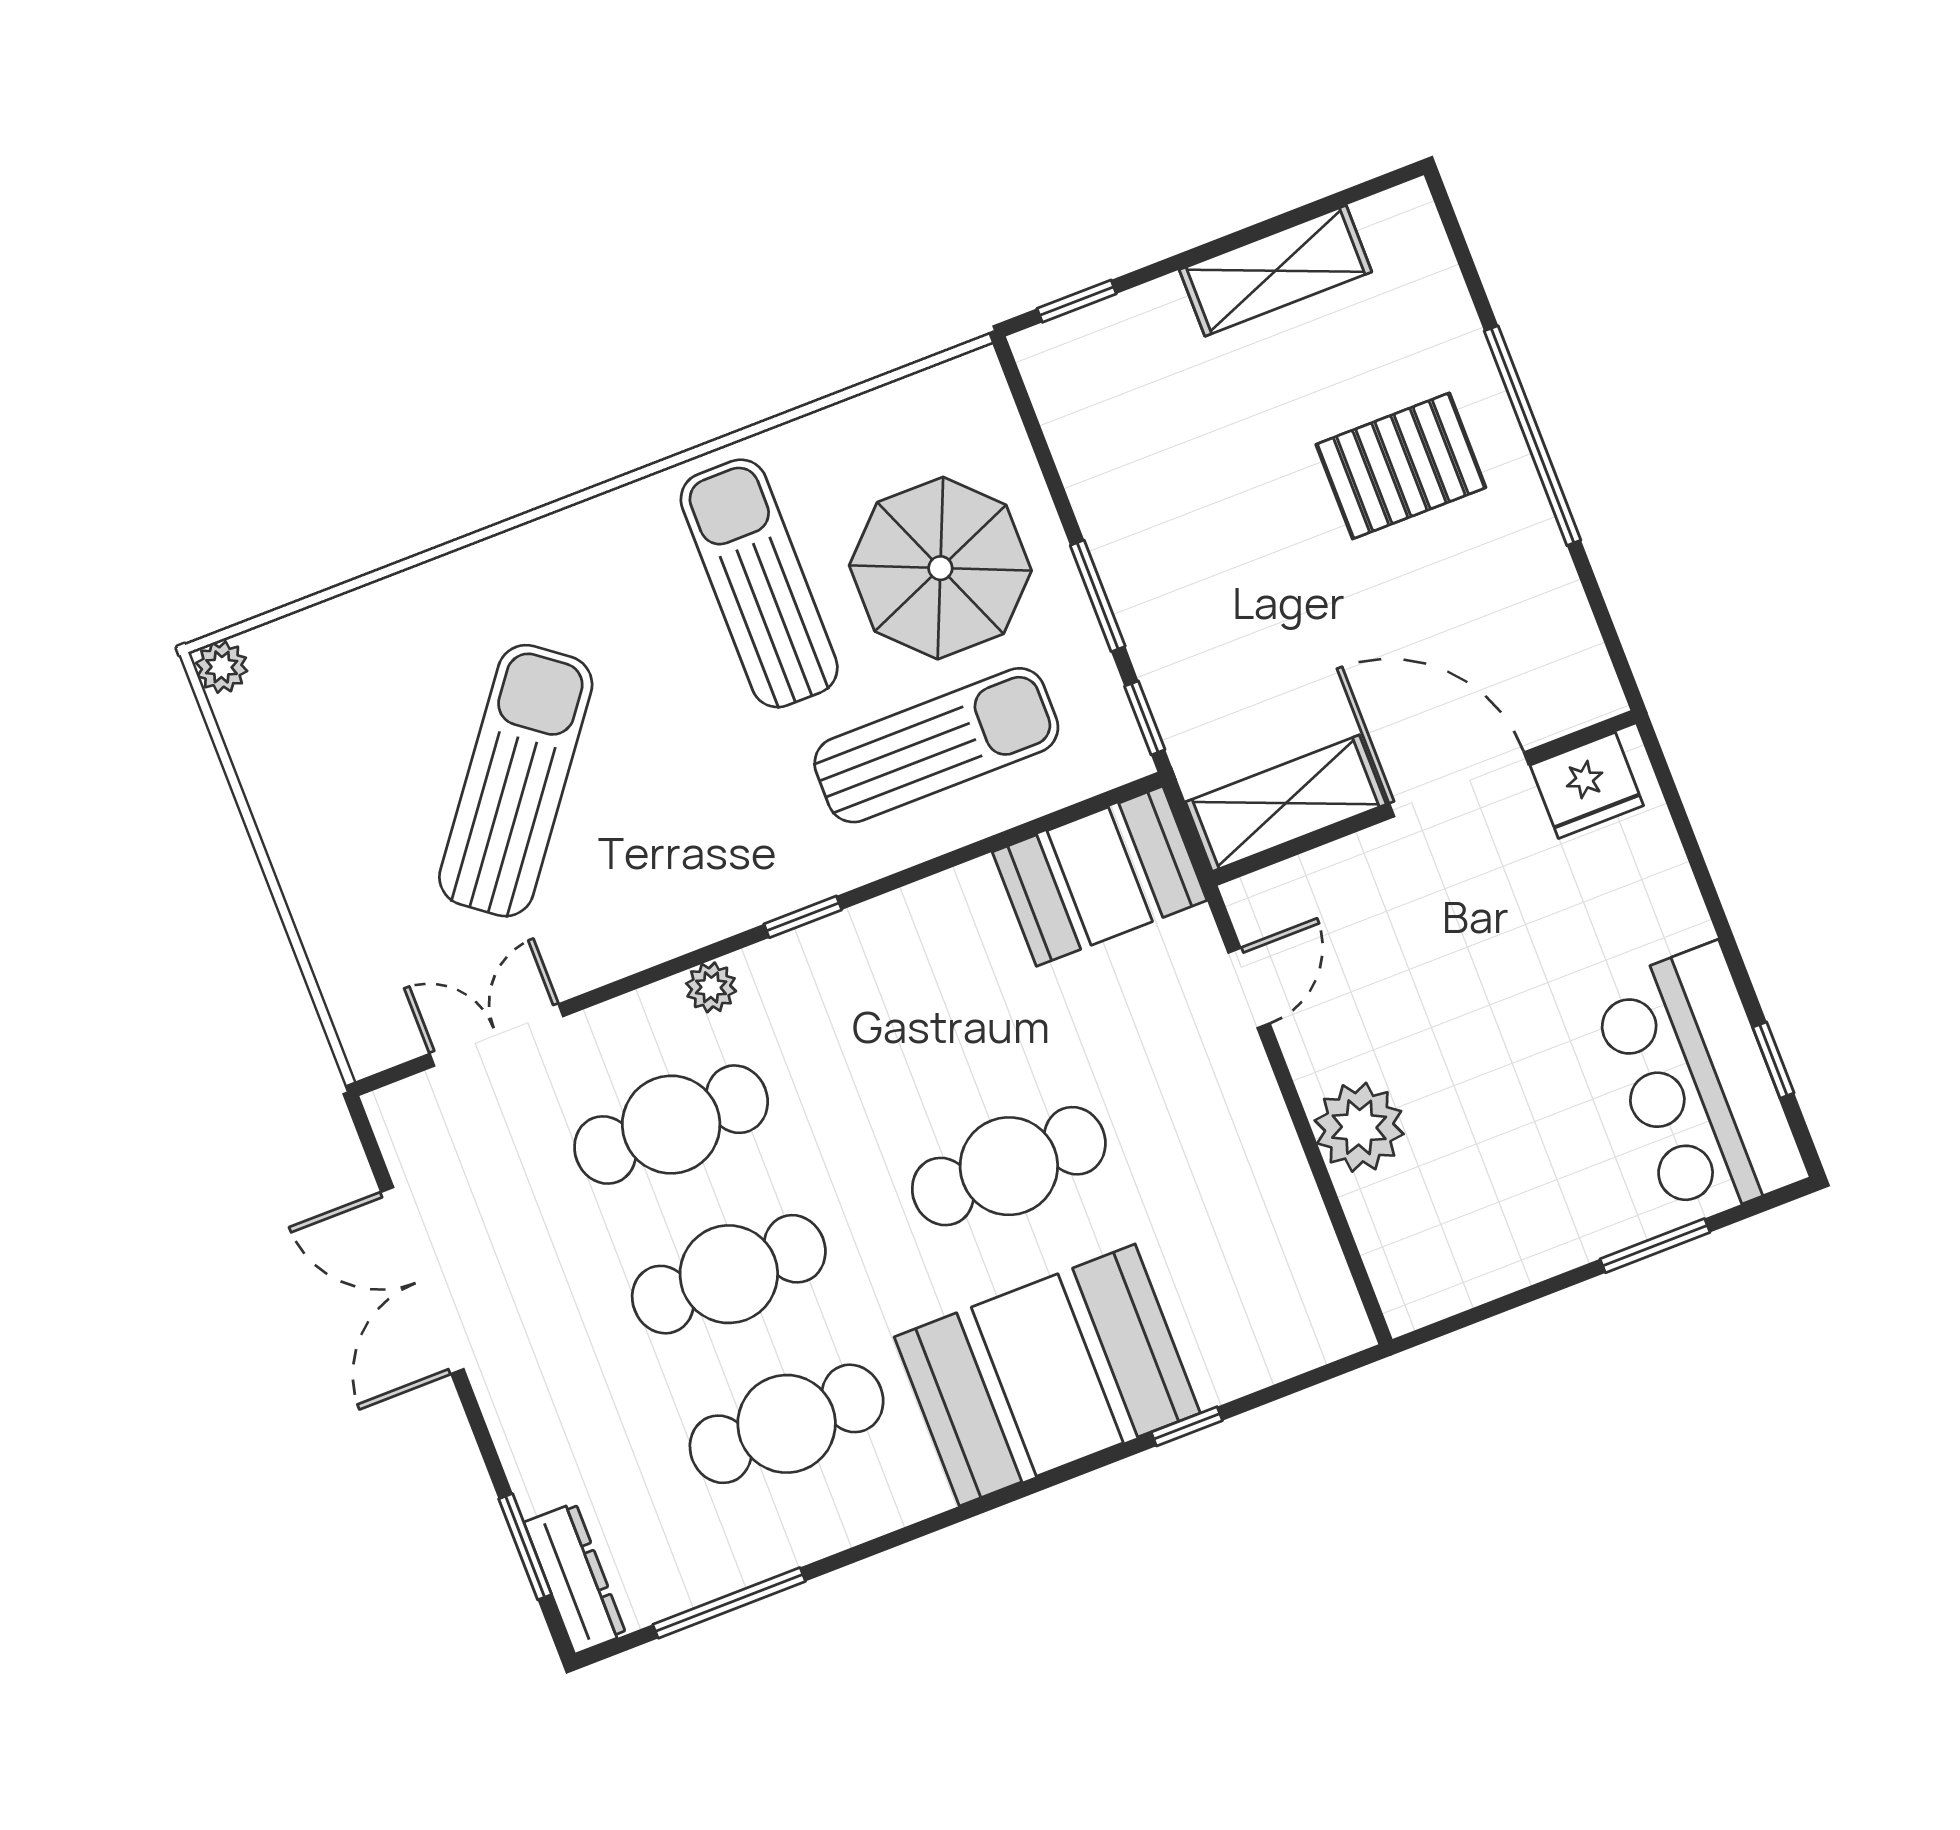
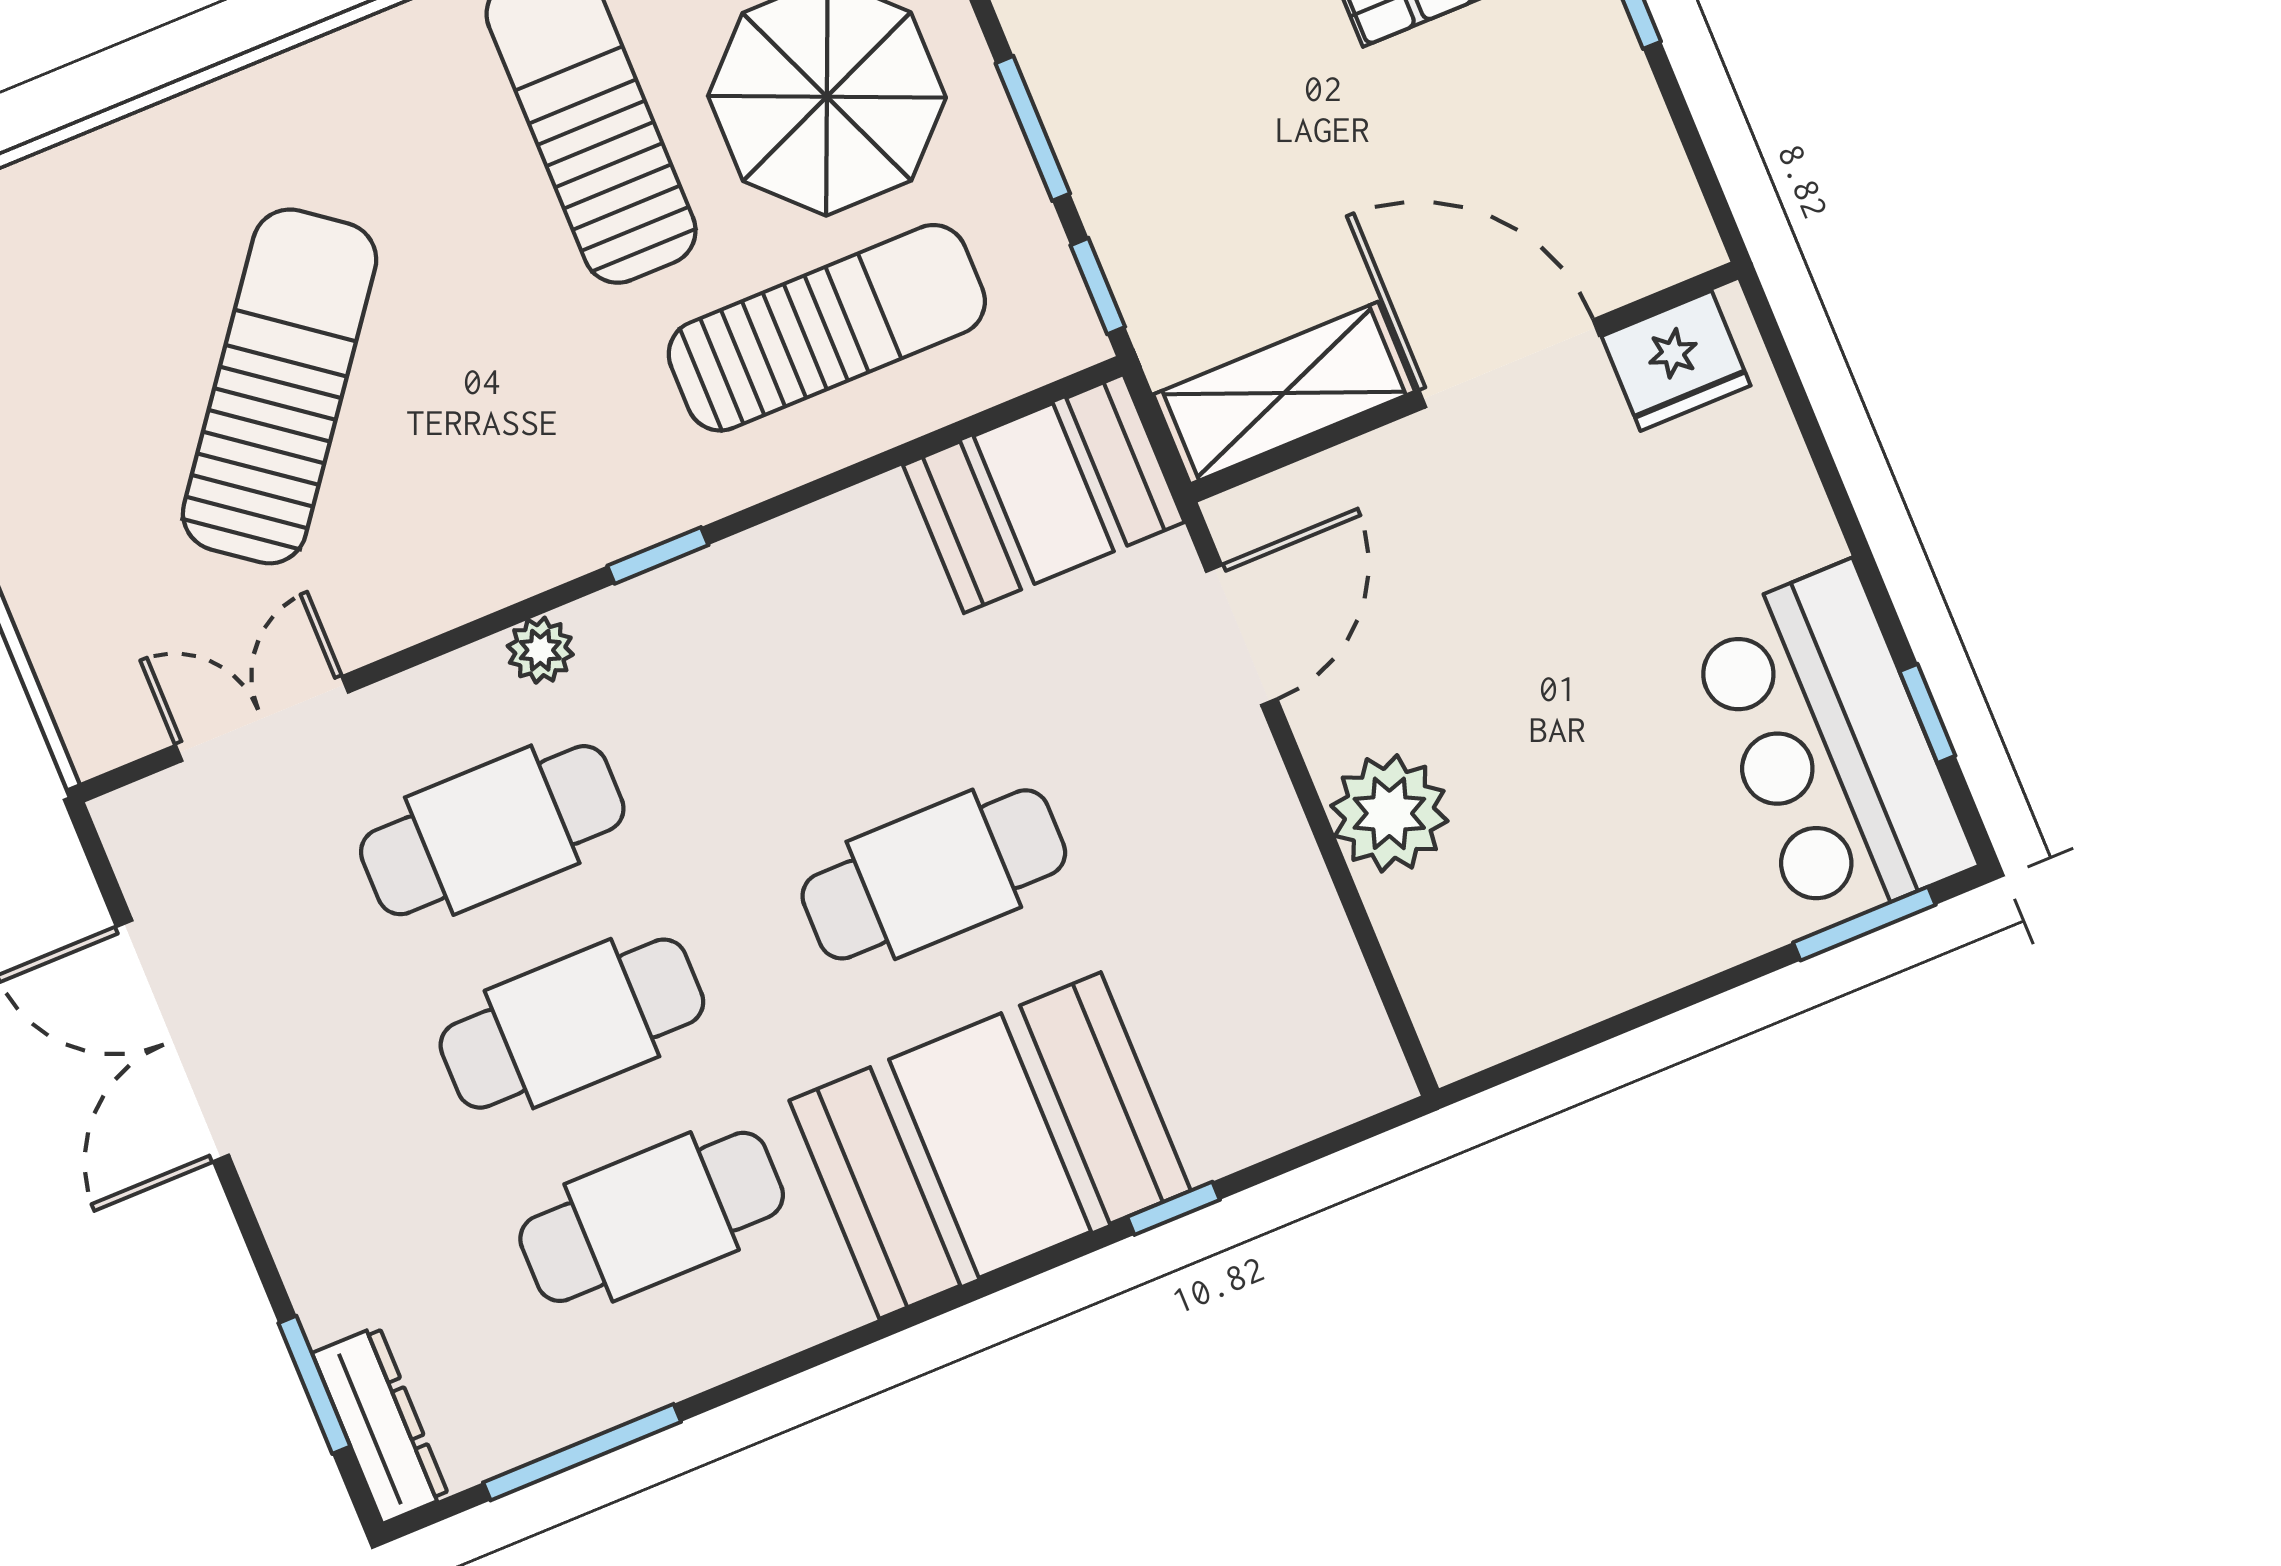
door: (1249, 988) -> (1242, 635), width x1.38
window: (1655, 1246) -> (1864, 924), moved

